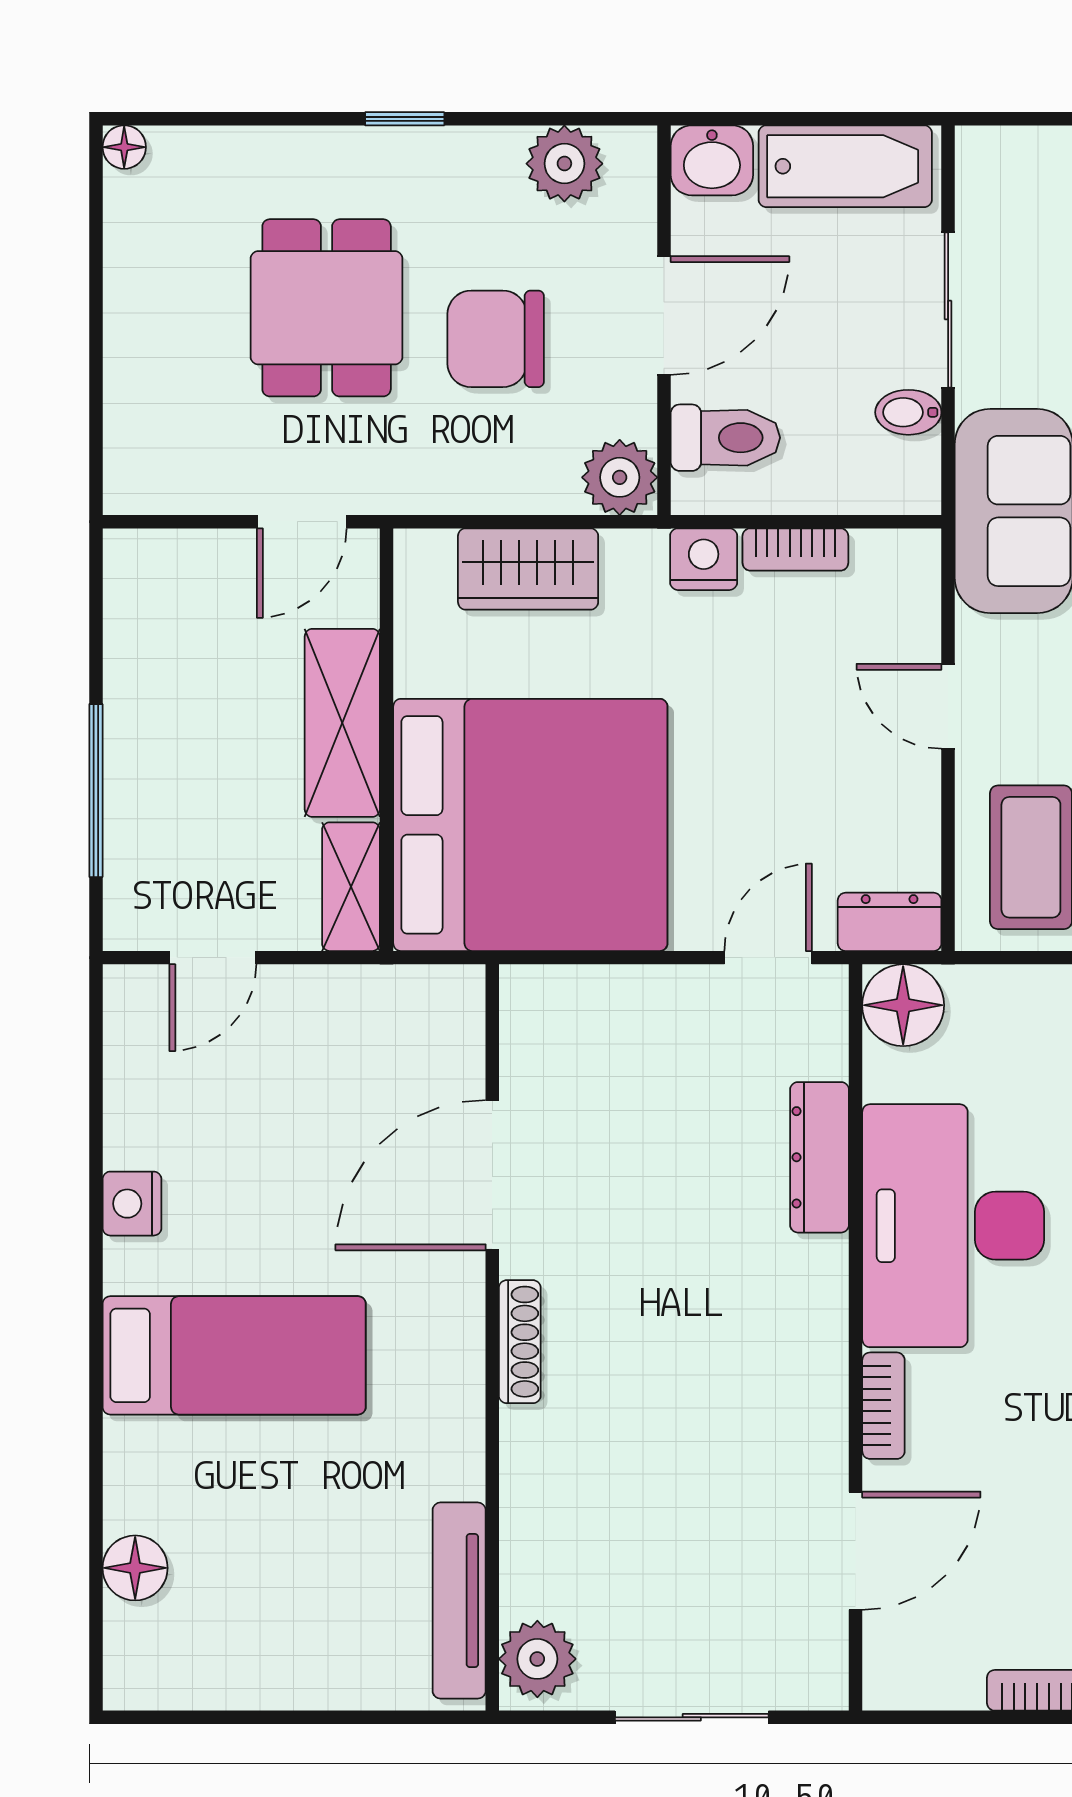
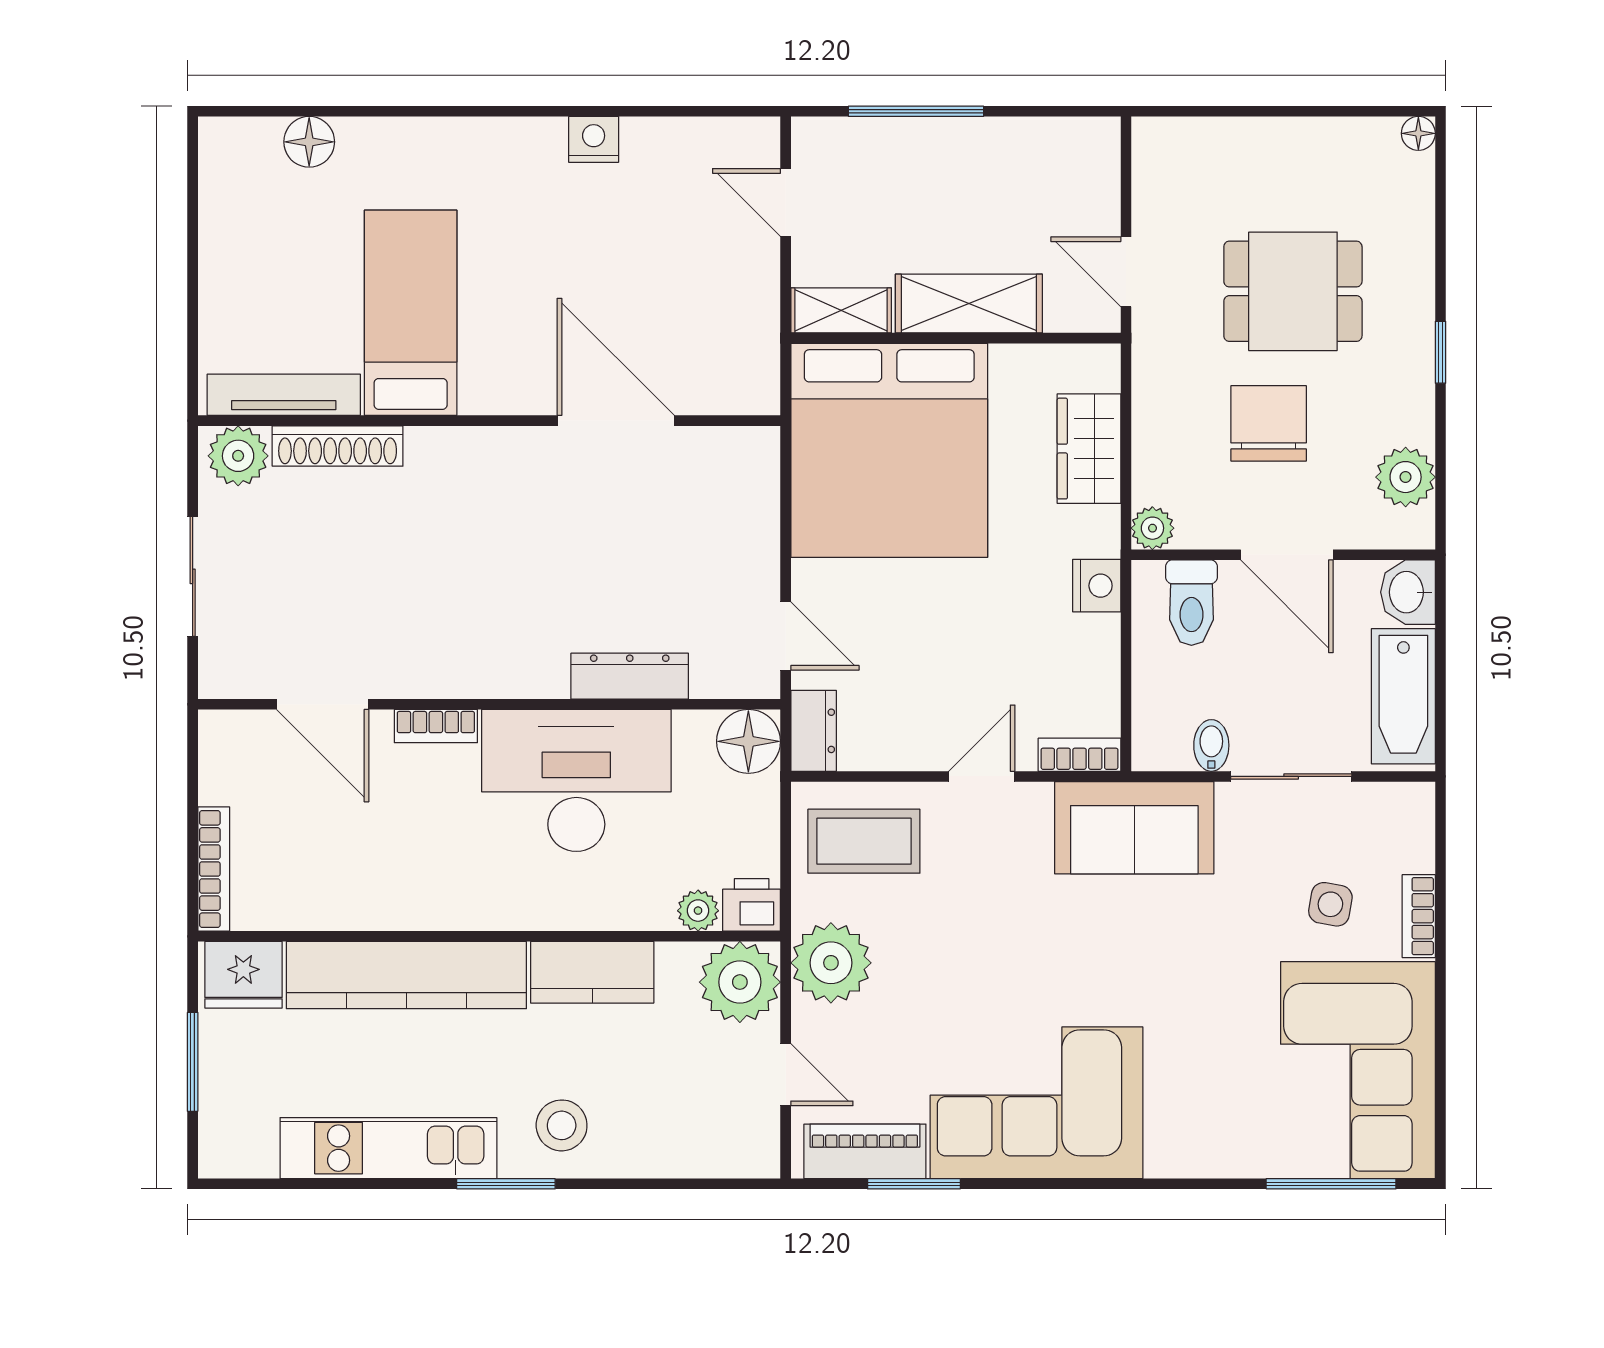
plant: (620, 477) -> (1152, 528), width x0.73, depth x0.73
bookcase: (795, 549) -> (1079, 755), moved, turned 90
shoe rack: (520, 1342) -> (338, 446), moved, width x1.36, depth x1.24
bed: (234, 1355) -> (411, 313), moved, turned 180

